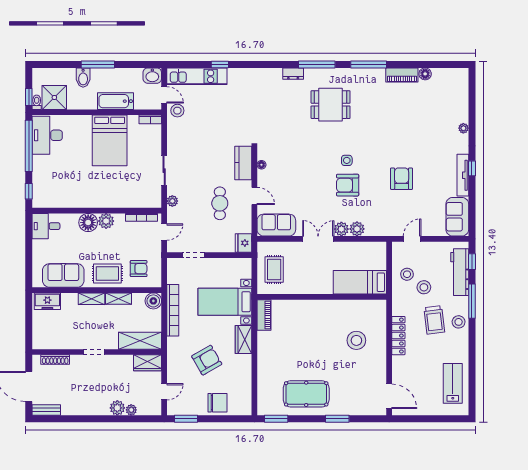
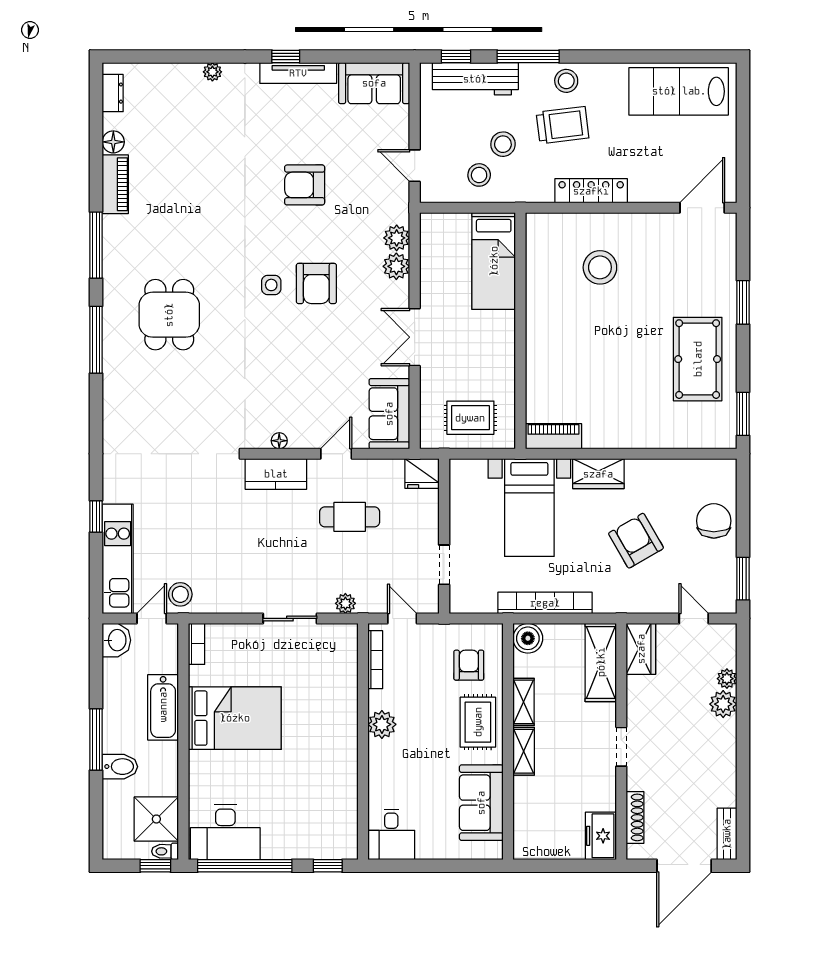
dresser: (293, 74) -> (113, 93), moved
floor lamp: (88, 223) -> (385, 757), removed
plant: (341, 229) -> (397, 238), moved
freezer: (47, 301) -> (601, 836), moved, turned 180
lab bench: (453, 383) -> (679, 91), width x1.36, depth x1.39

